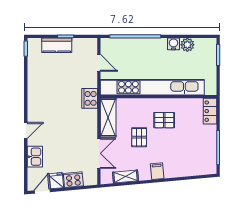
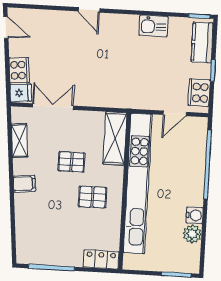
kitchen counter: (57, 45) -> (202, 42), moved
cooker: (90, 98) -> (199, 93), moved, turned -90
shelving: (108, 118) -> (115, 138), moved, turned 90
pallet: (164, 120) -> (93, 197), turned 90
double door: (99, 153) -> (53, 107), swing flipped
kitchen sink: (35, 157) -> (154, 26), moved
fridge: (56, 181) -> (21, 93), moved

